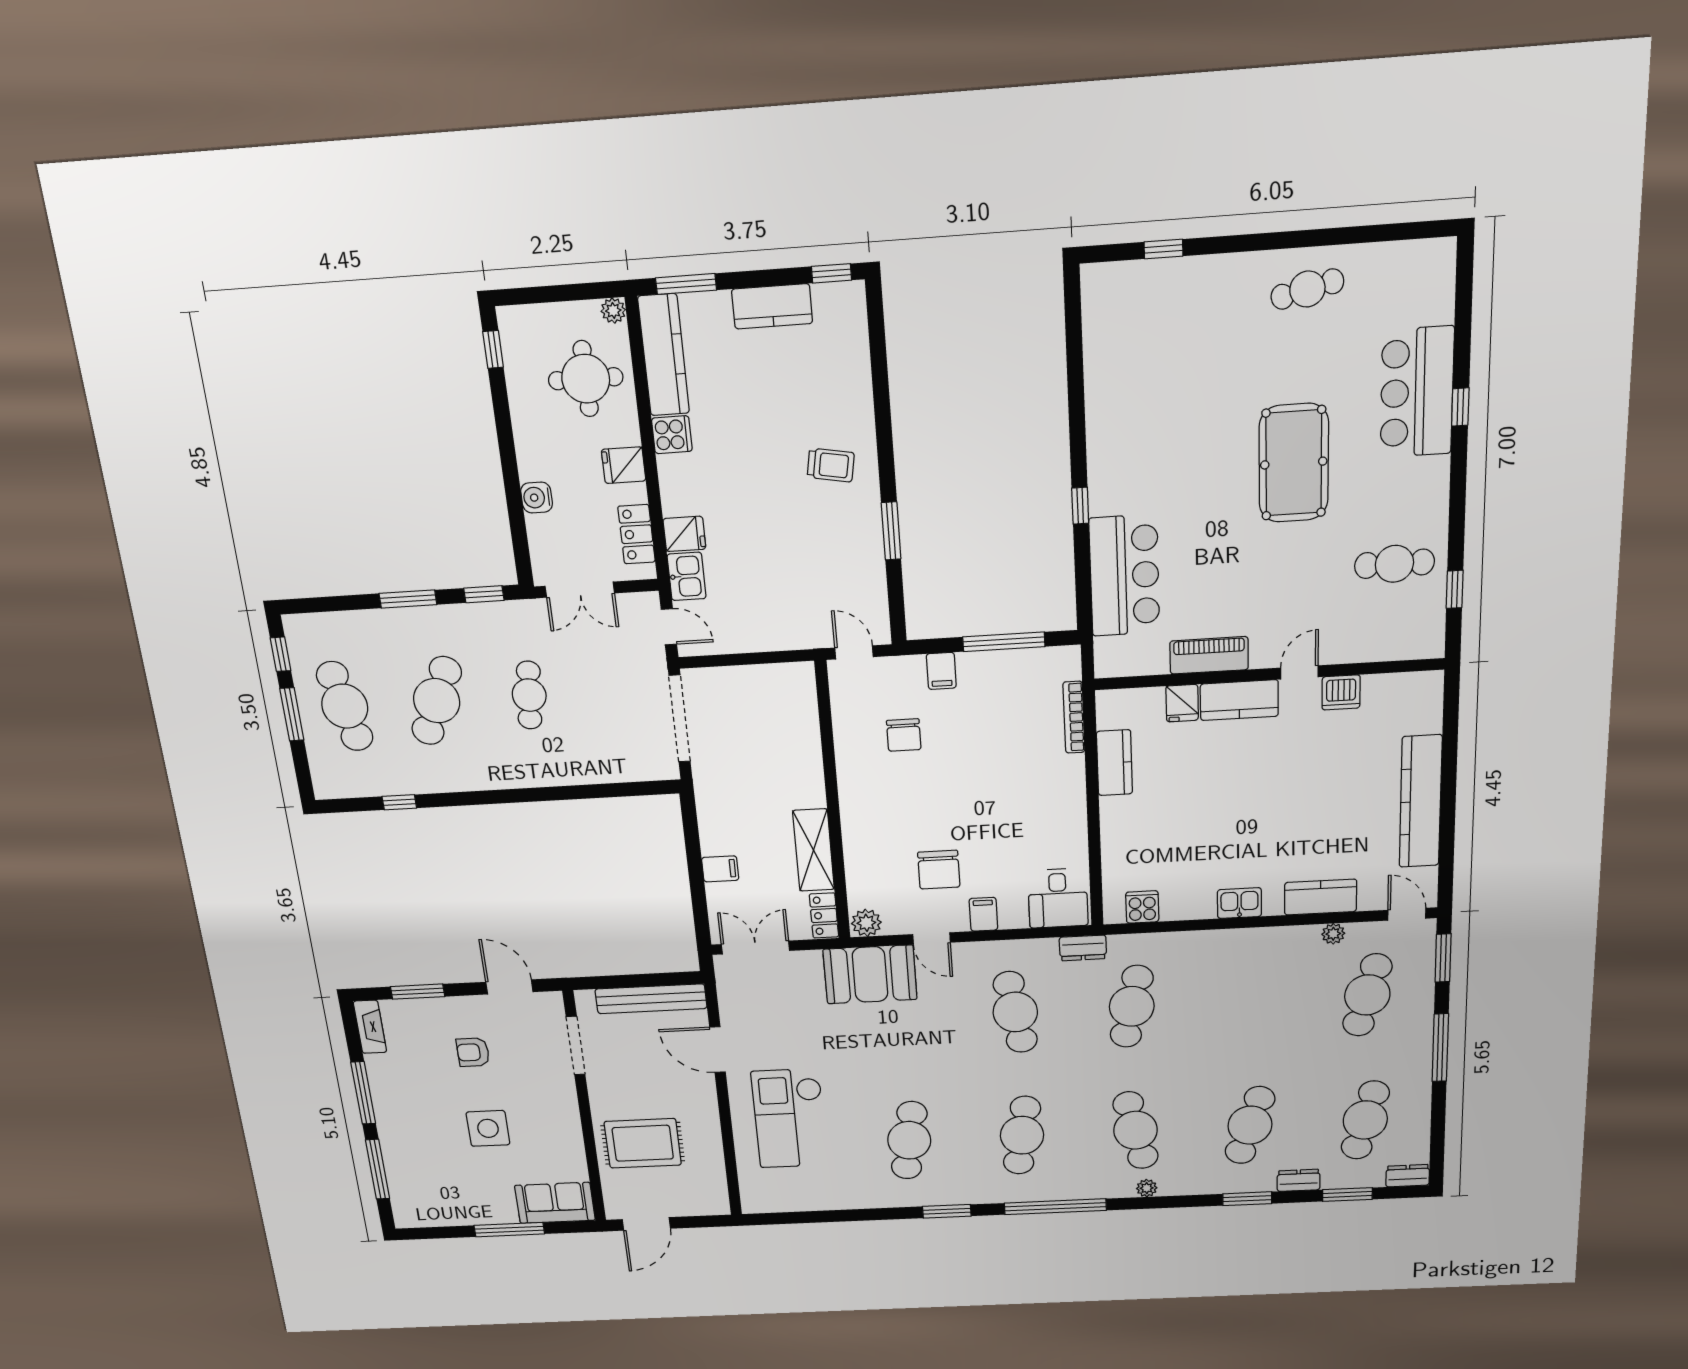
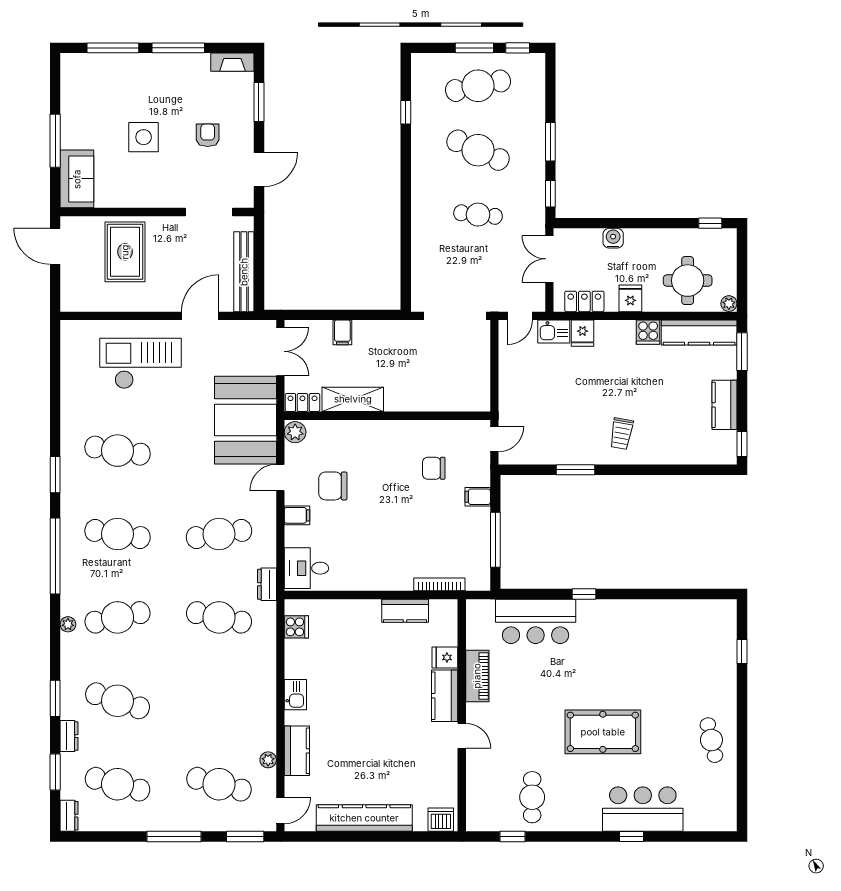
dishwasher: (1341, 692) -> (441, 820), moved, turned 90
booth: (870, 974) -> (245, 420), width x1.36, depth x1.42

